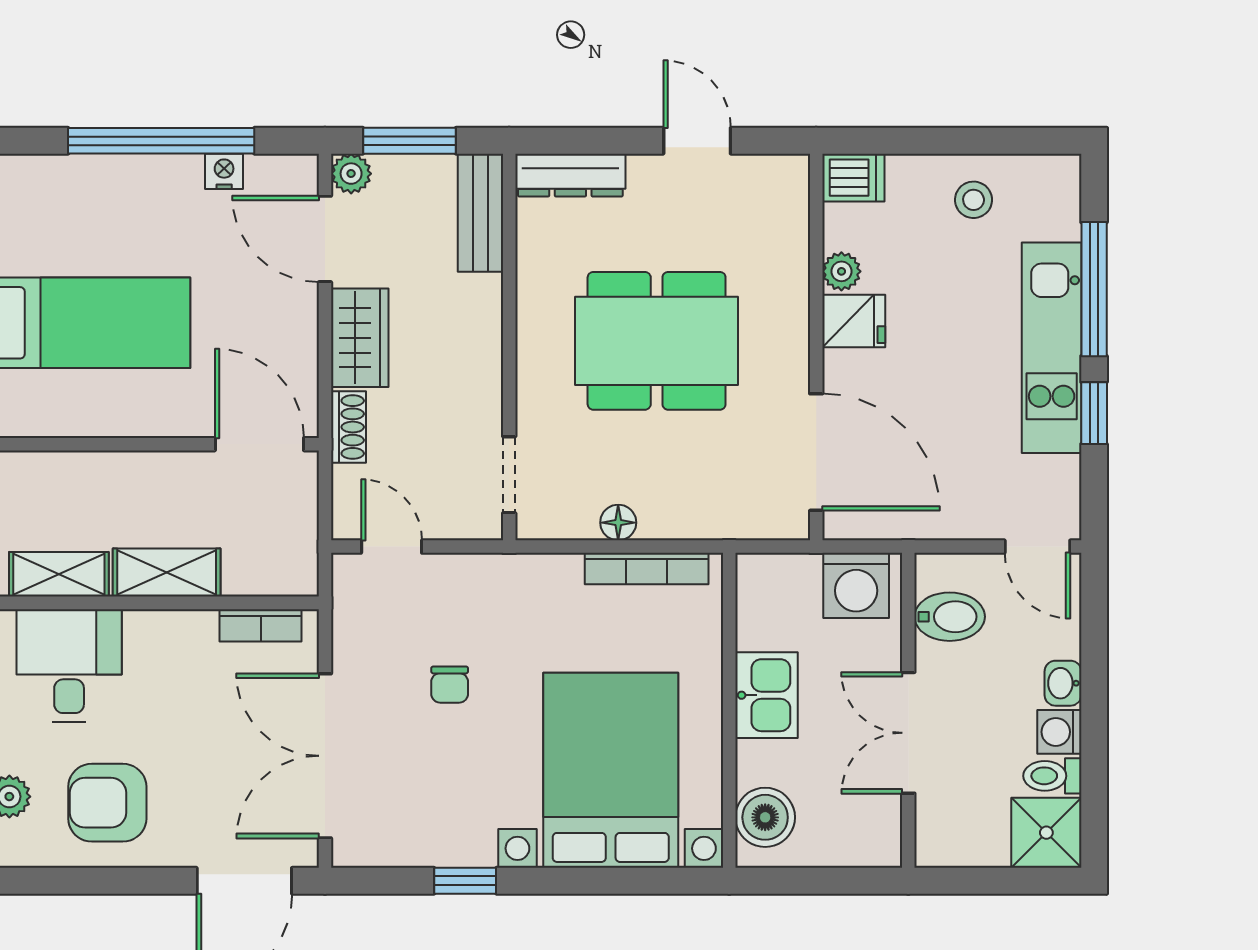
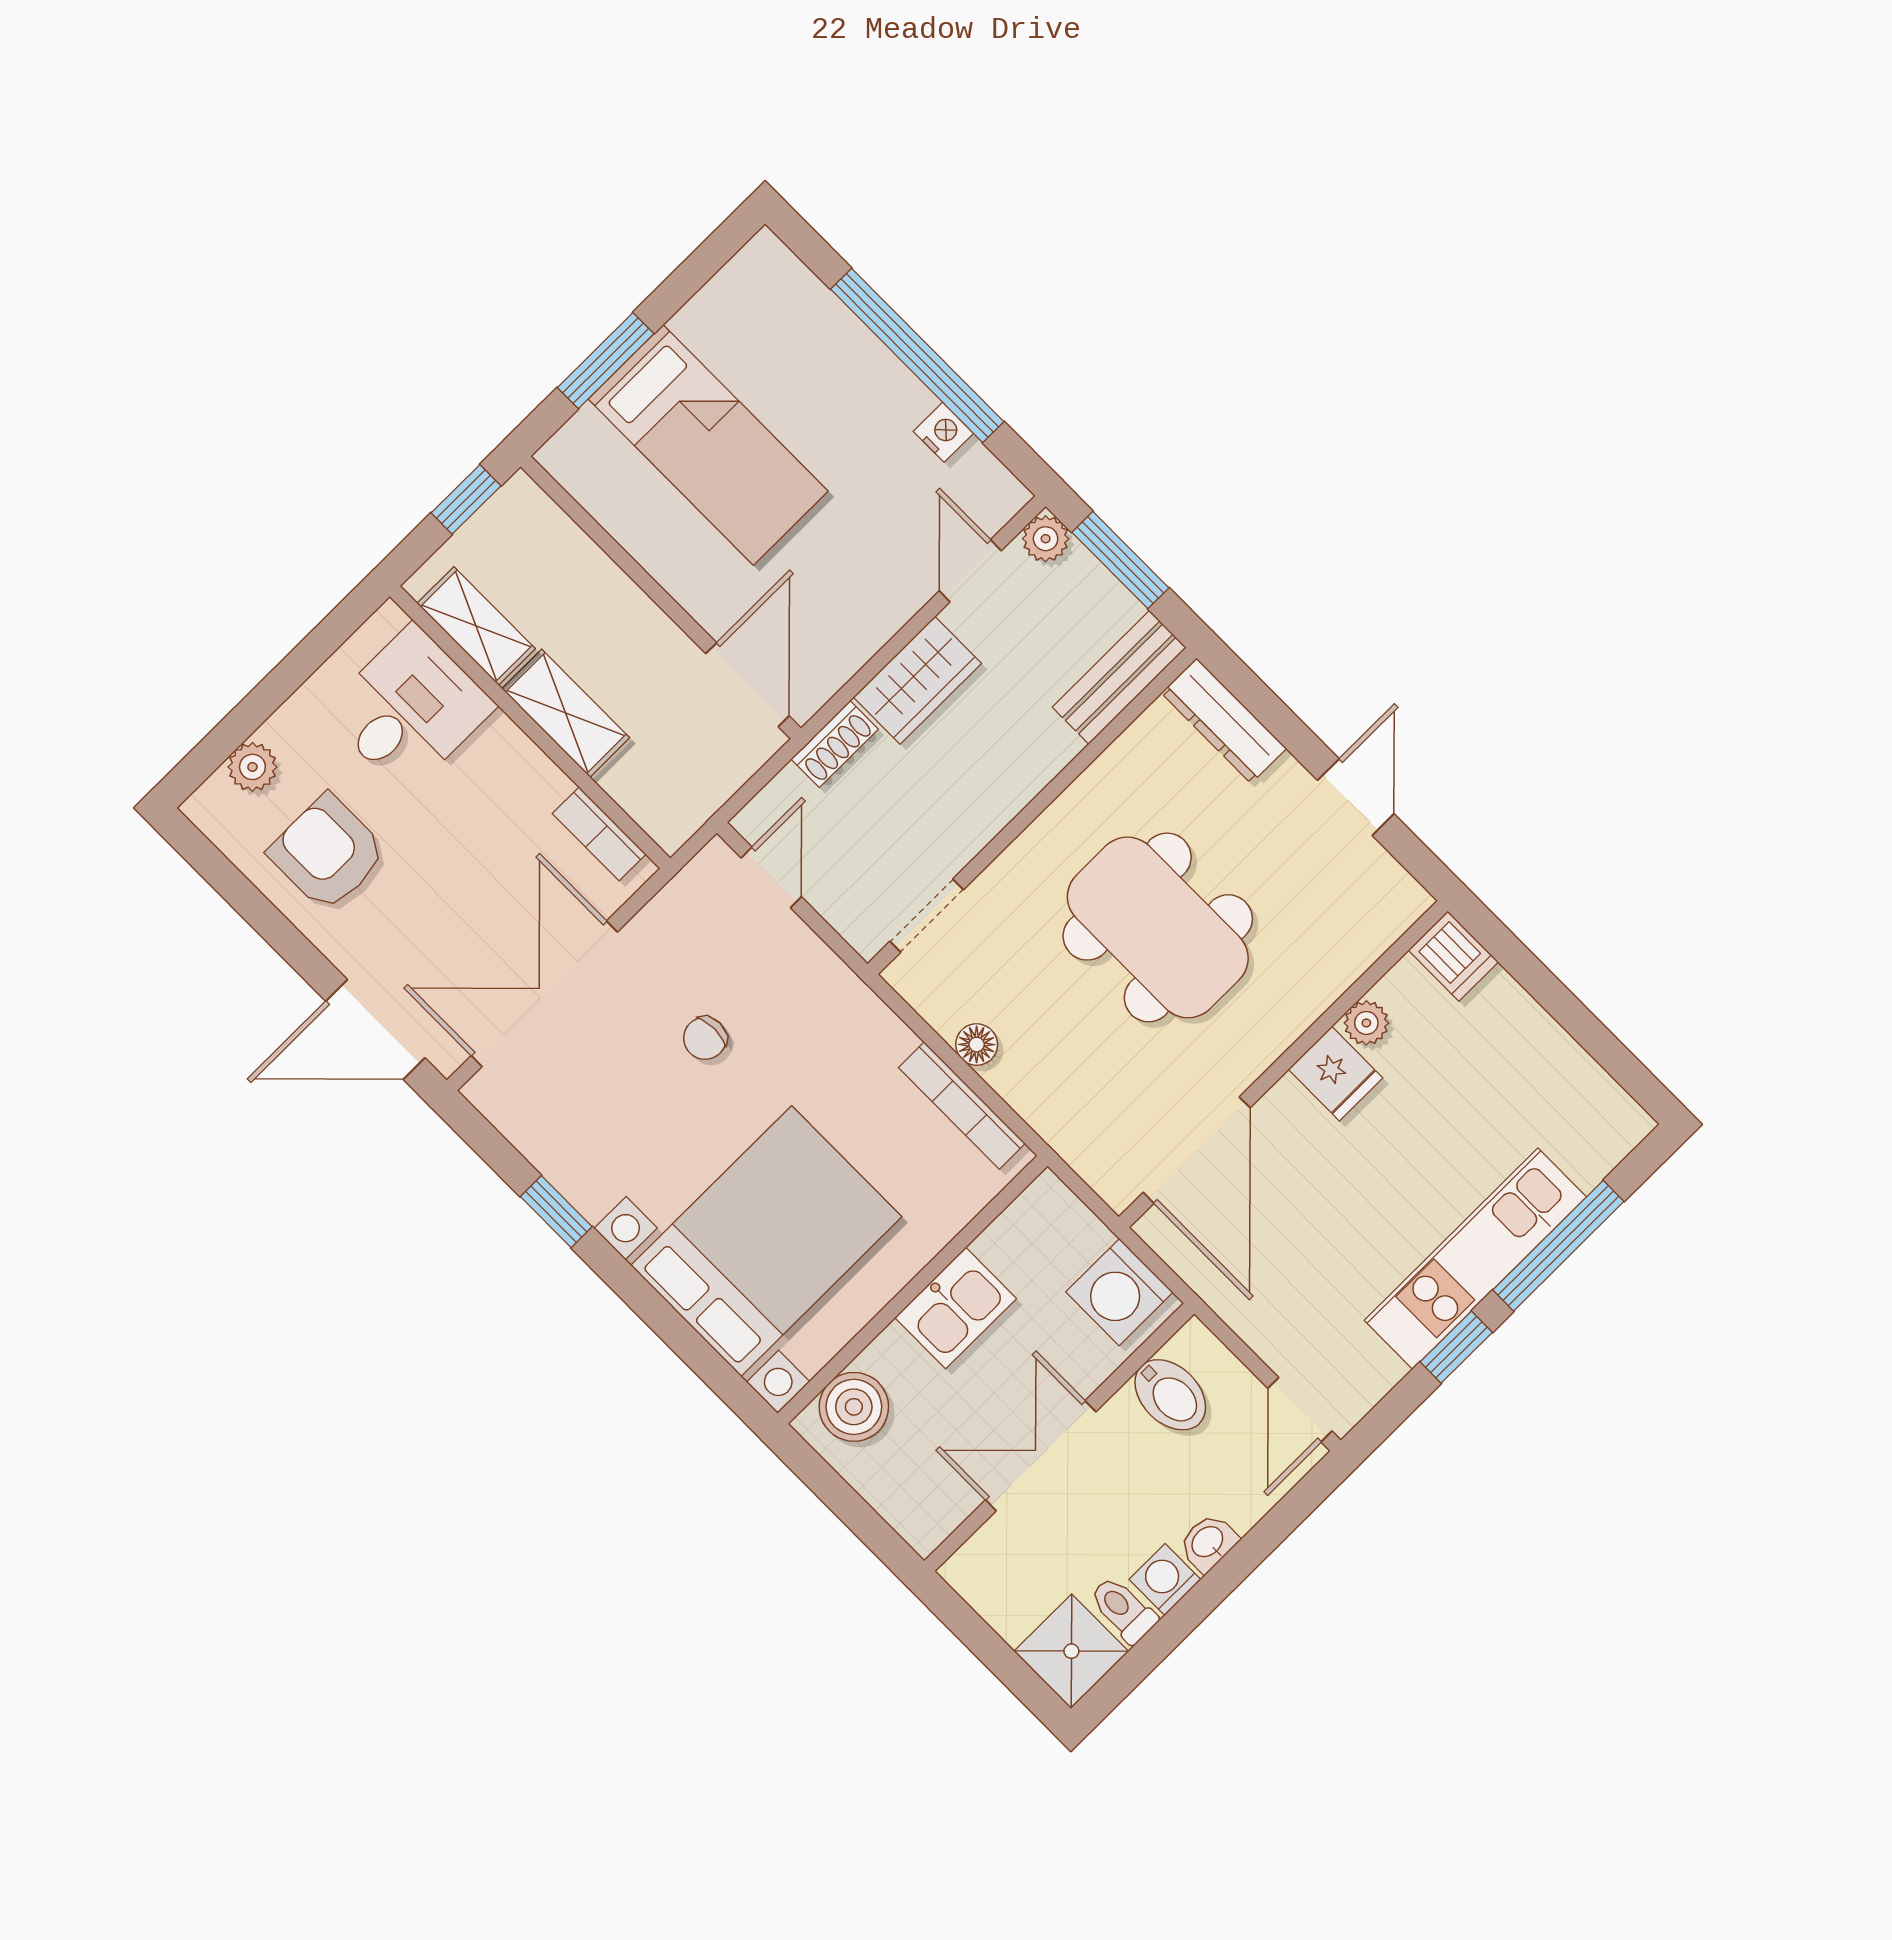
stool: (974, 200) -> (1533, 1073), removed
door: (325, 239) -> (970, 571), width x0.73

